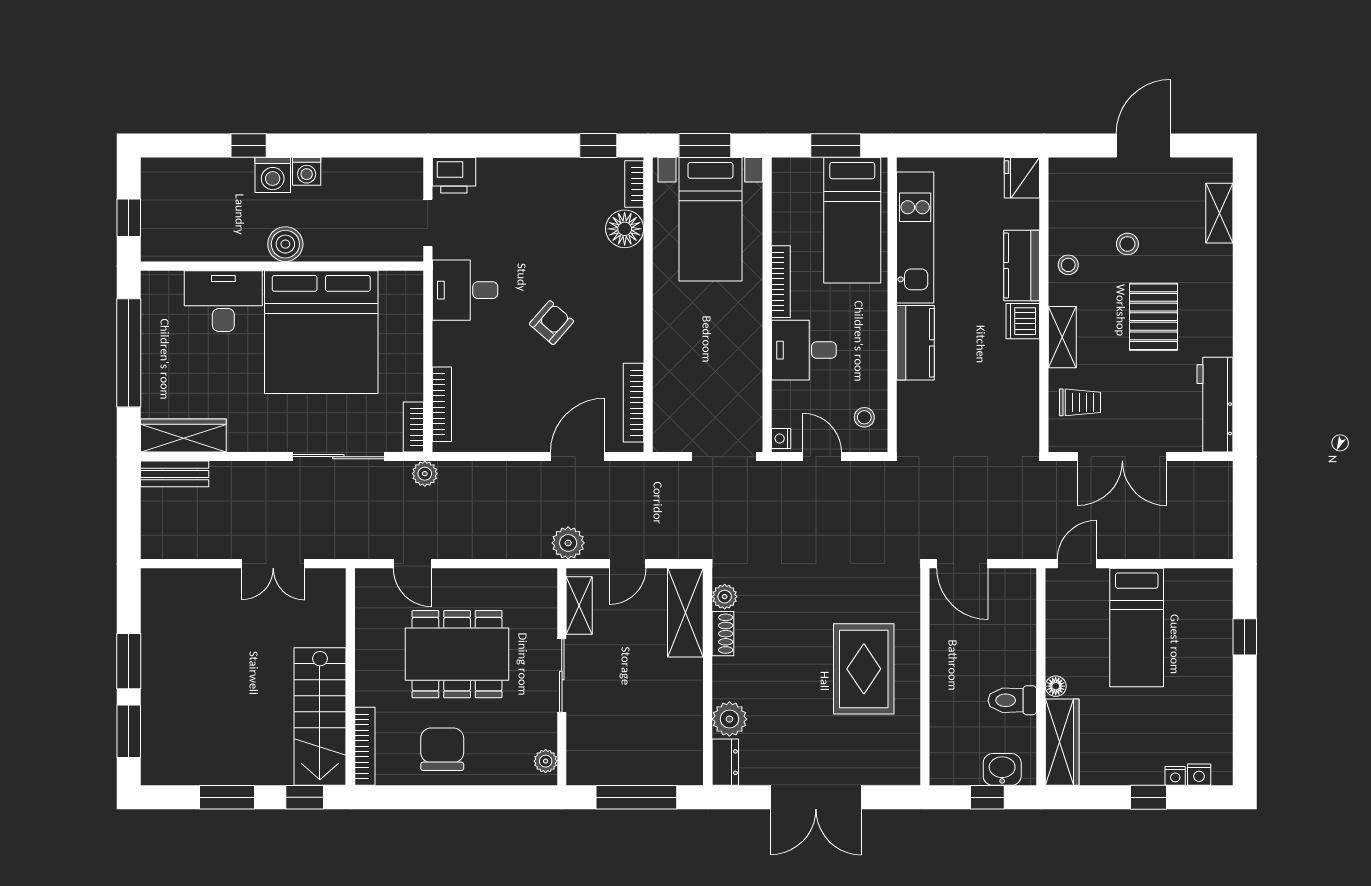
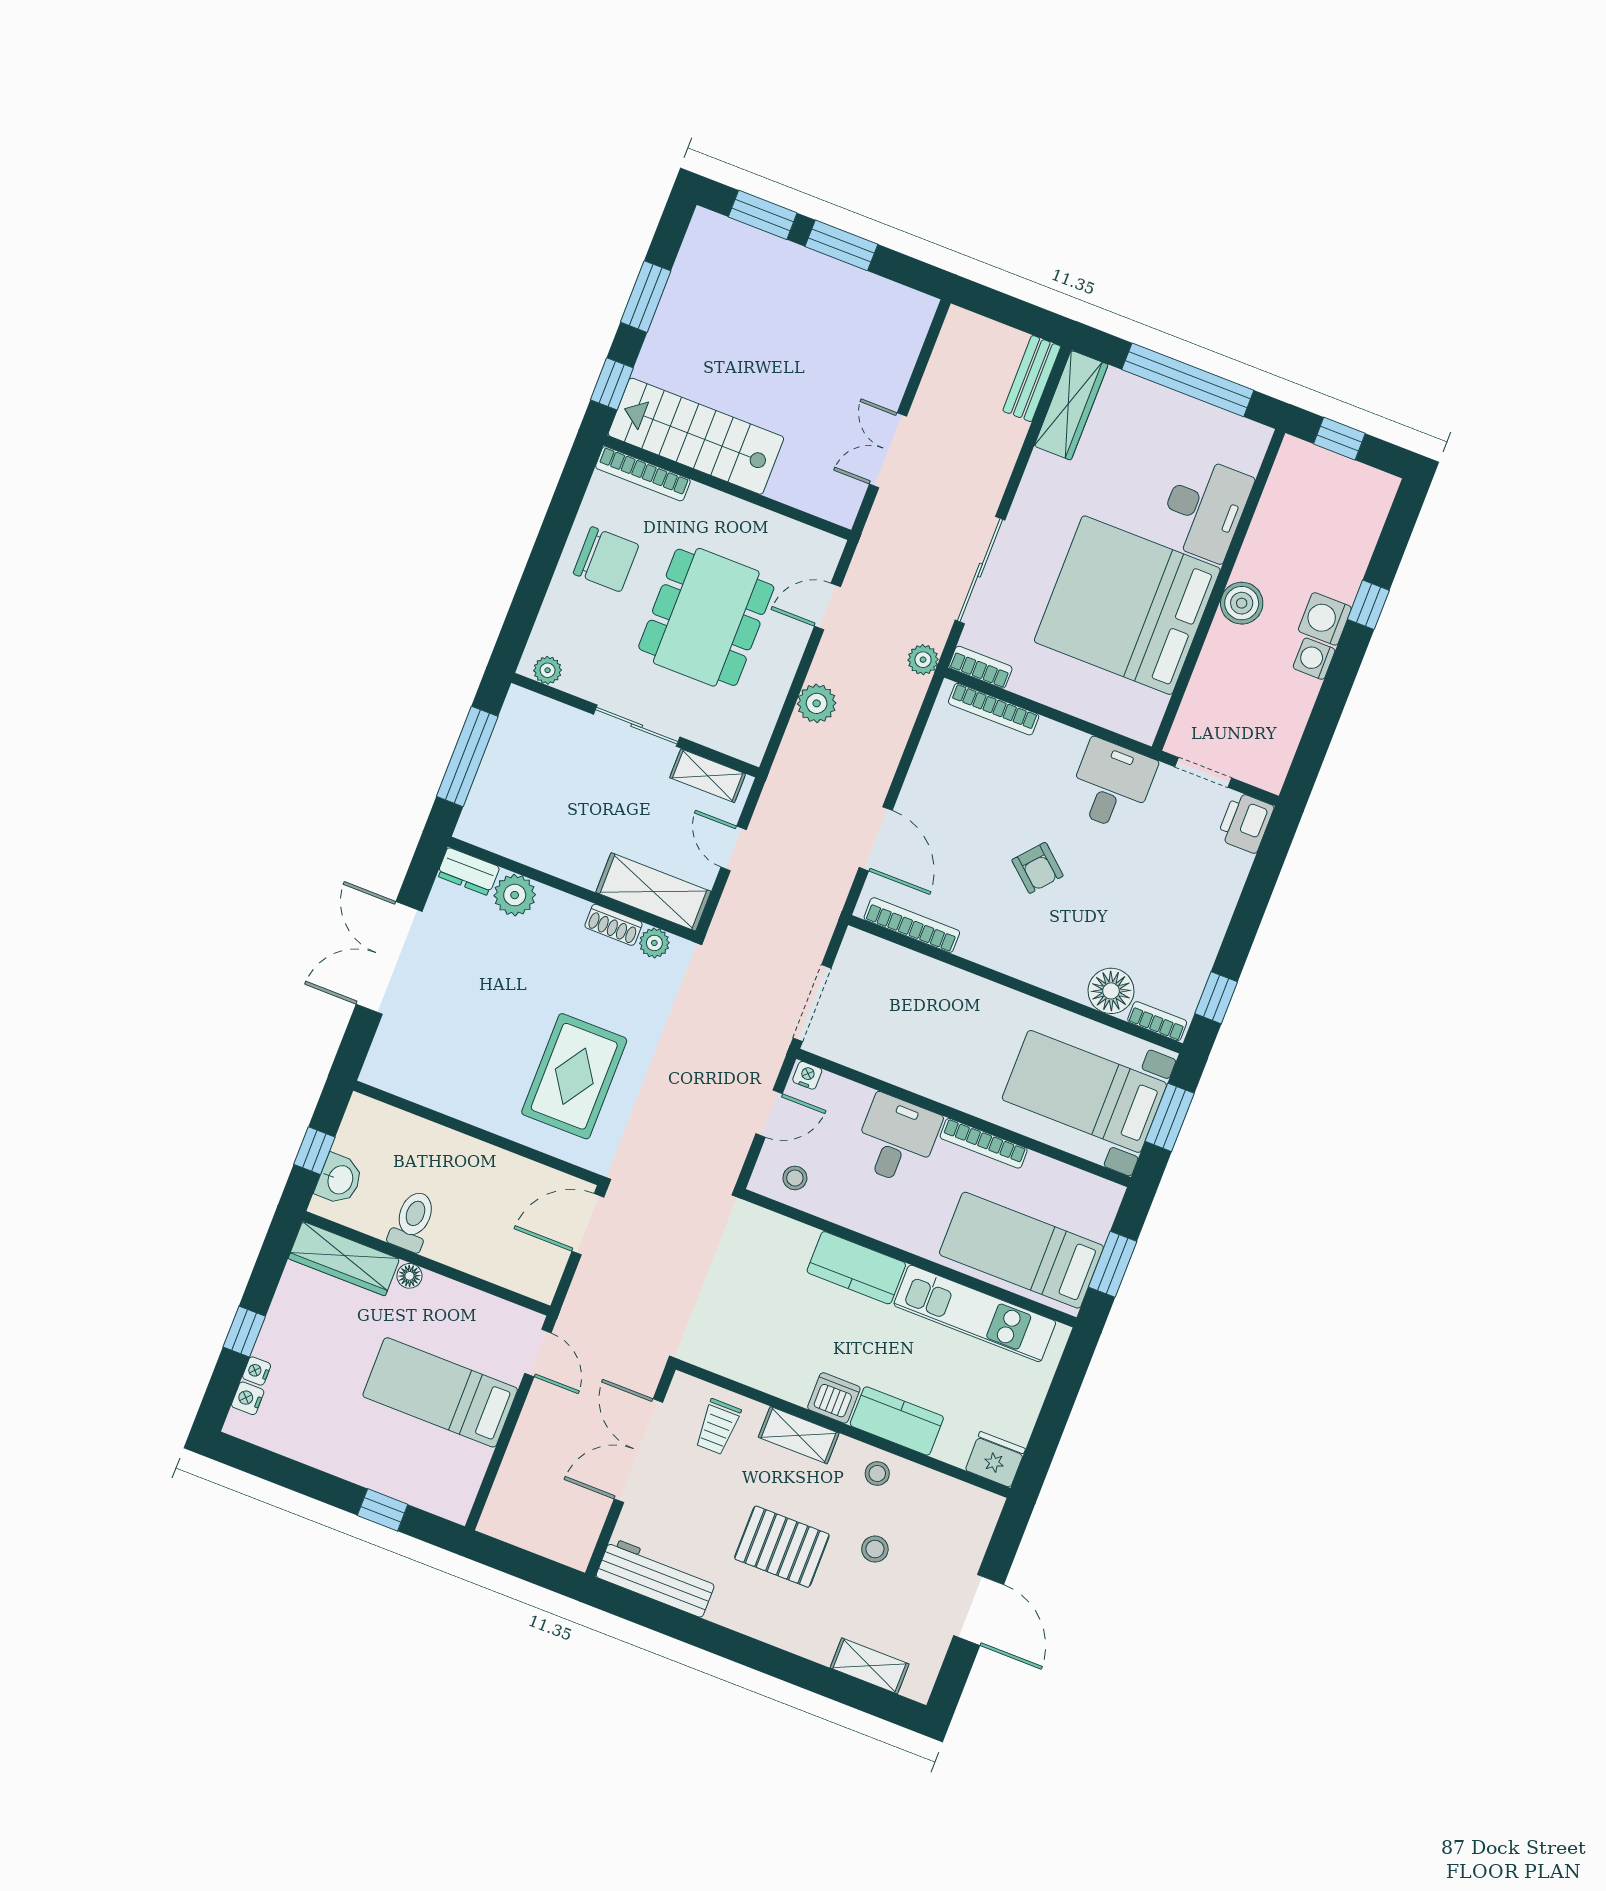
plant: (568, 543) -> (817, 703), moved
rug: (864, 669) -> (574, 1076), moved, turned 90

